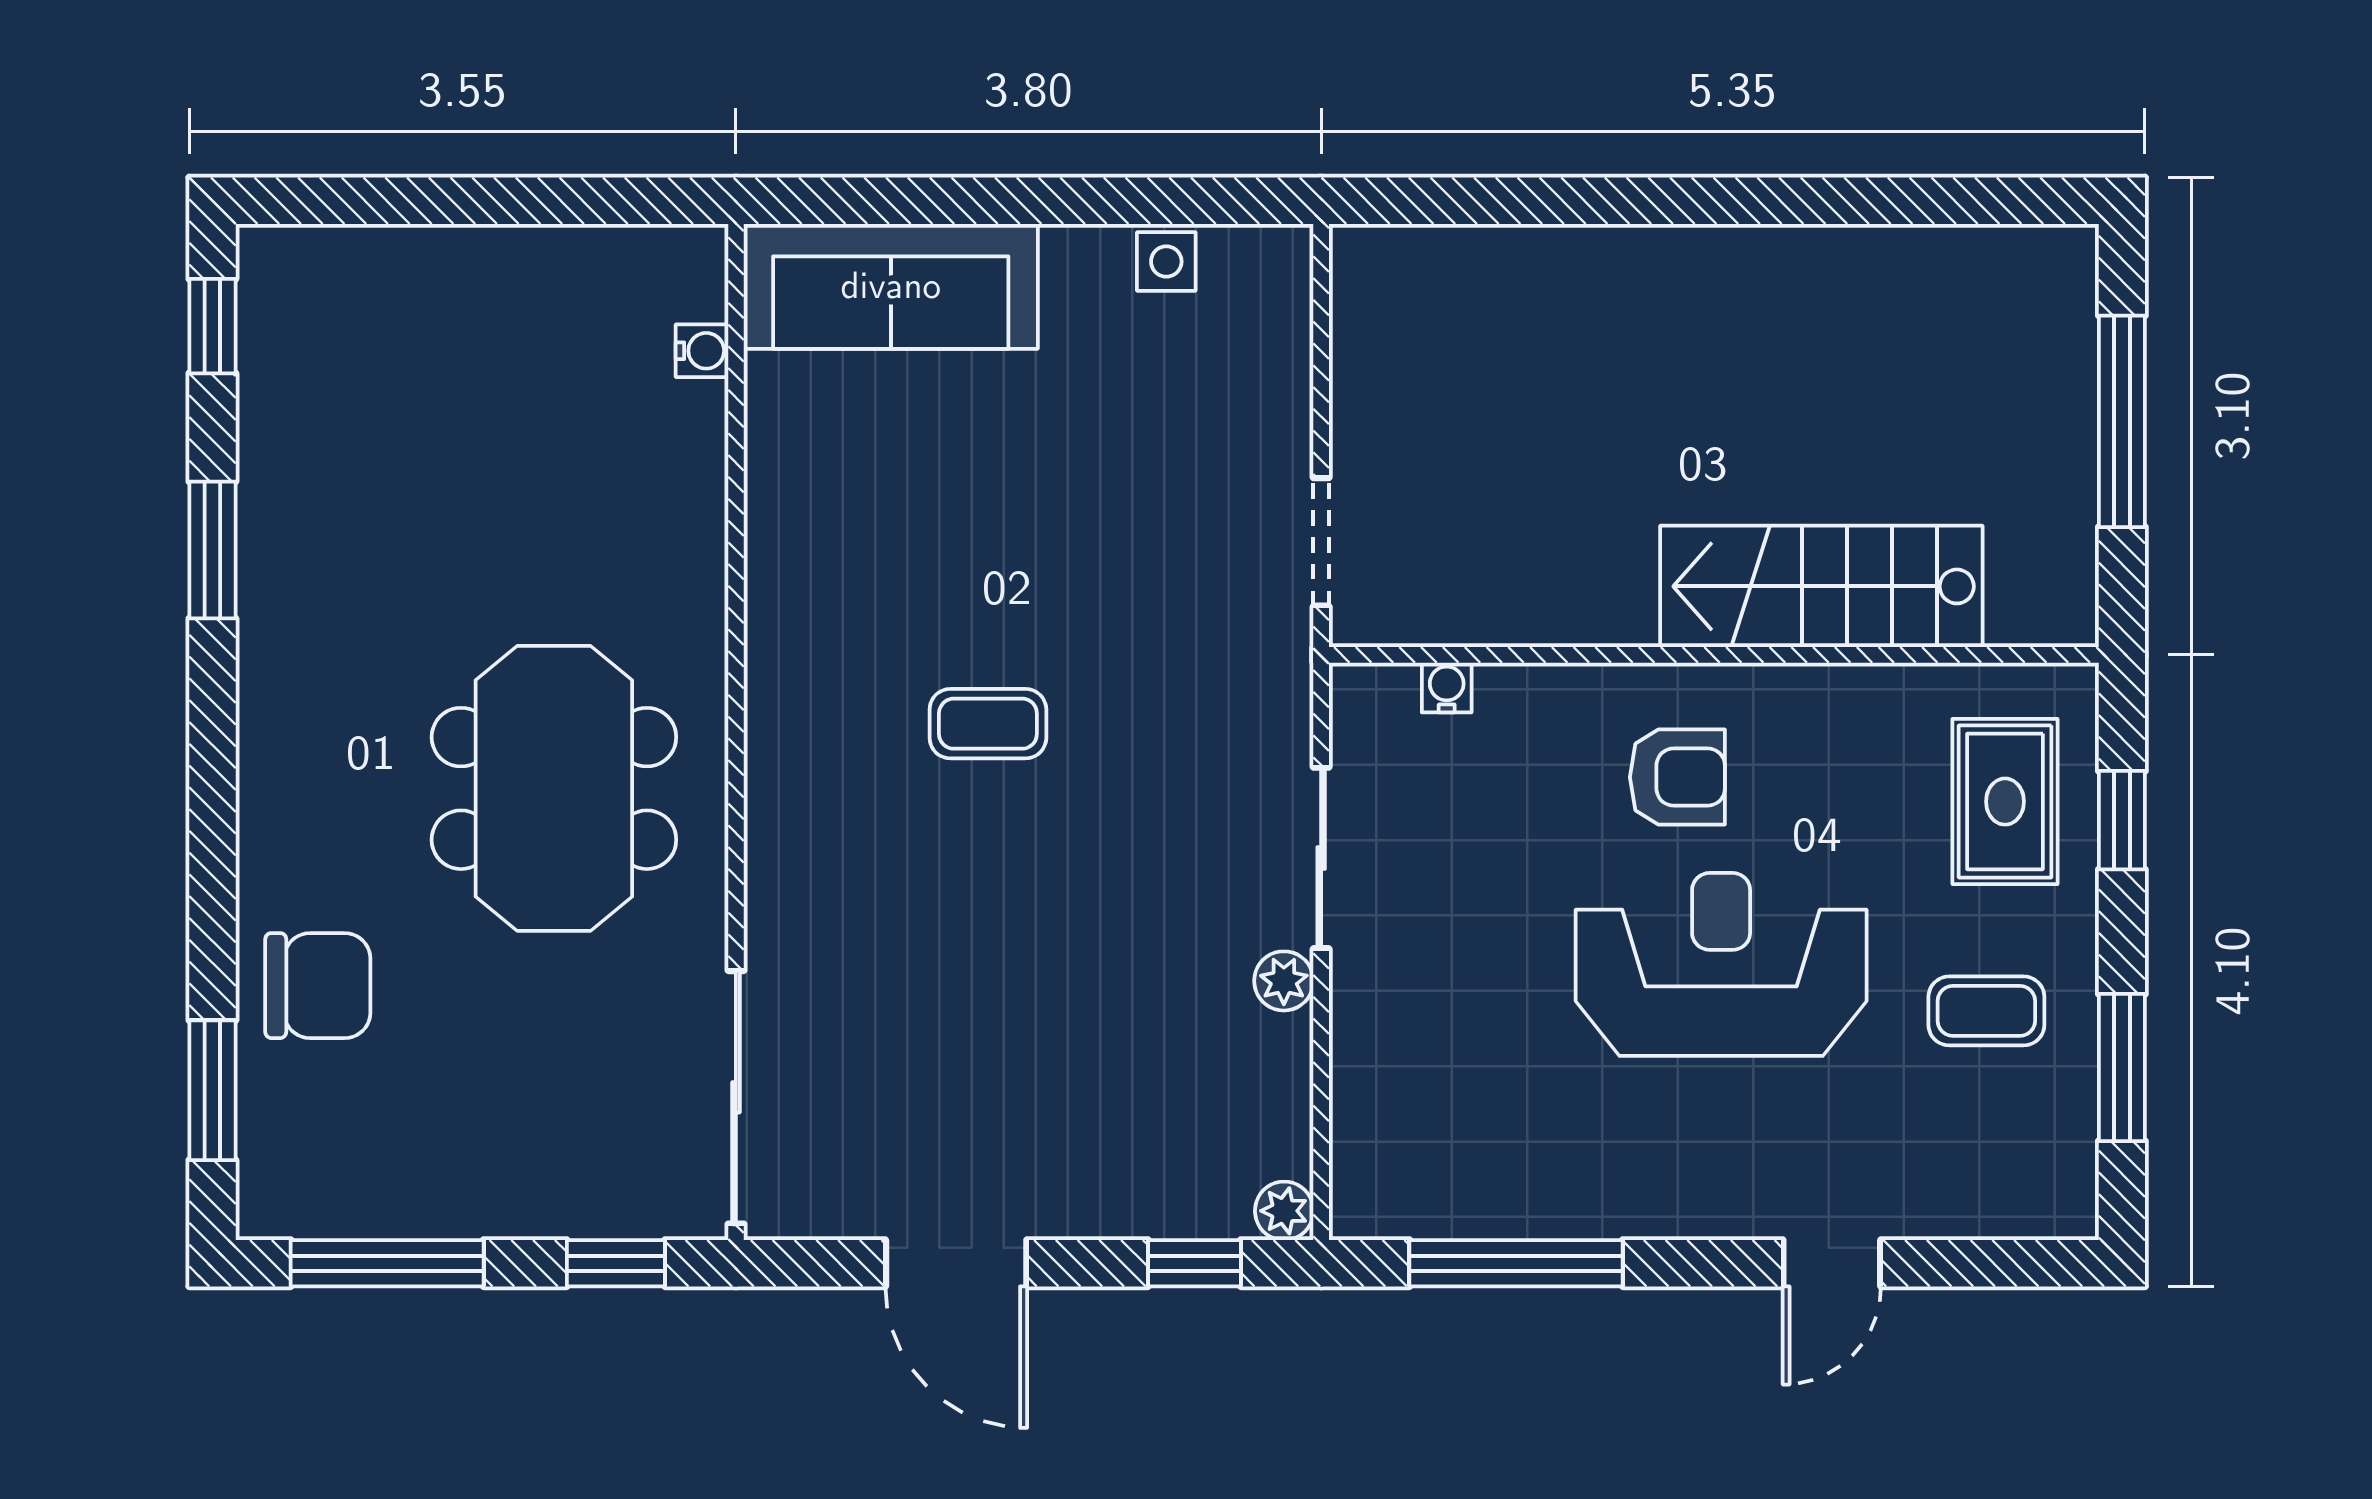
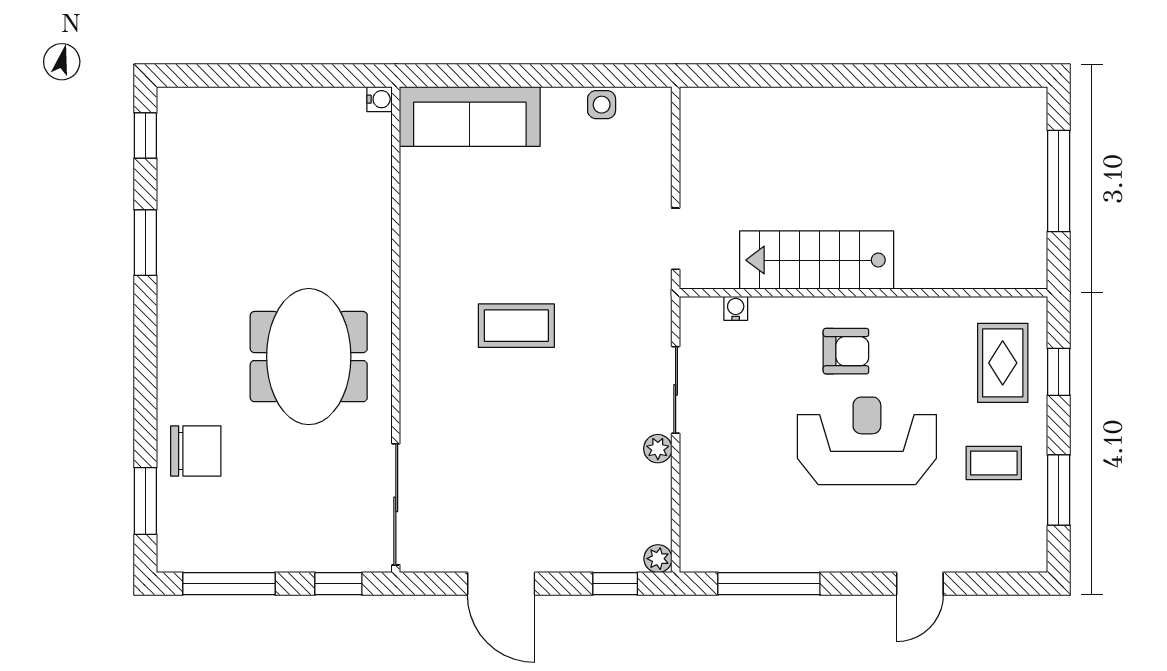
water cooler: (702, 351) -> (380, 99), moved
stairs: (1821, 586) -> (817, 260), moved
coffee table: (988, 724) -> (516, 326), width x1.36, depth x1.30

